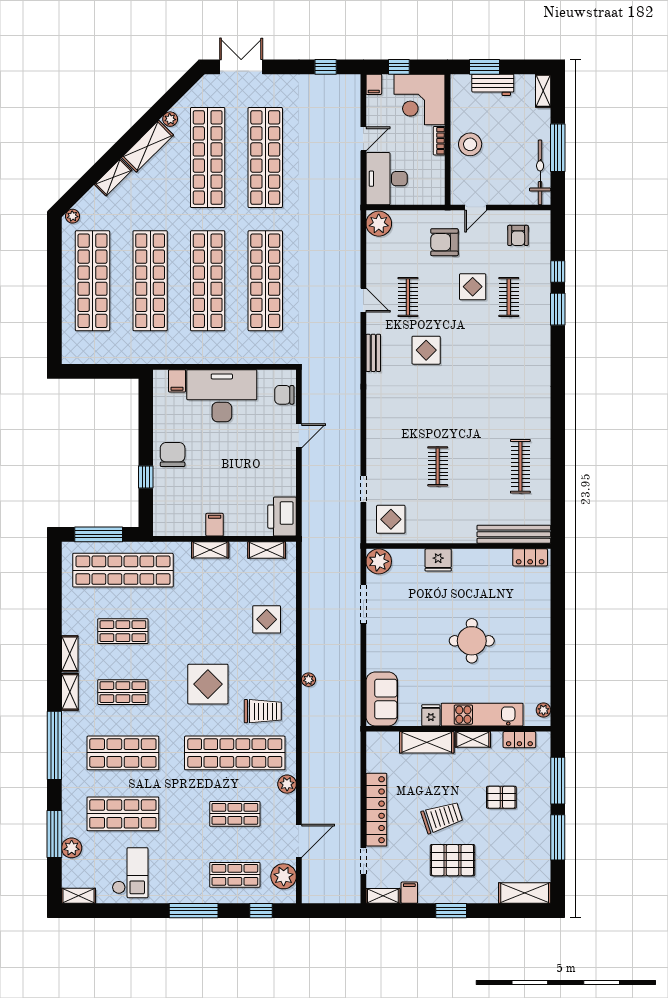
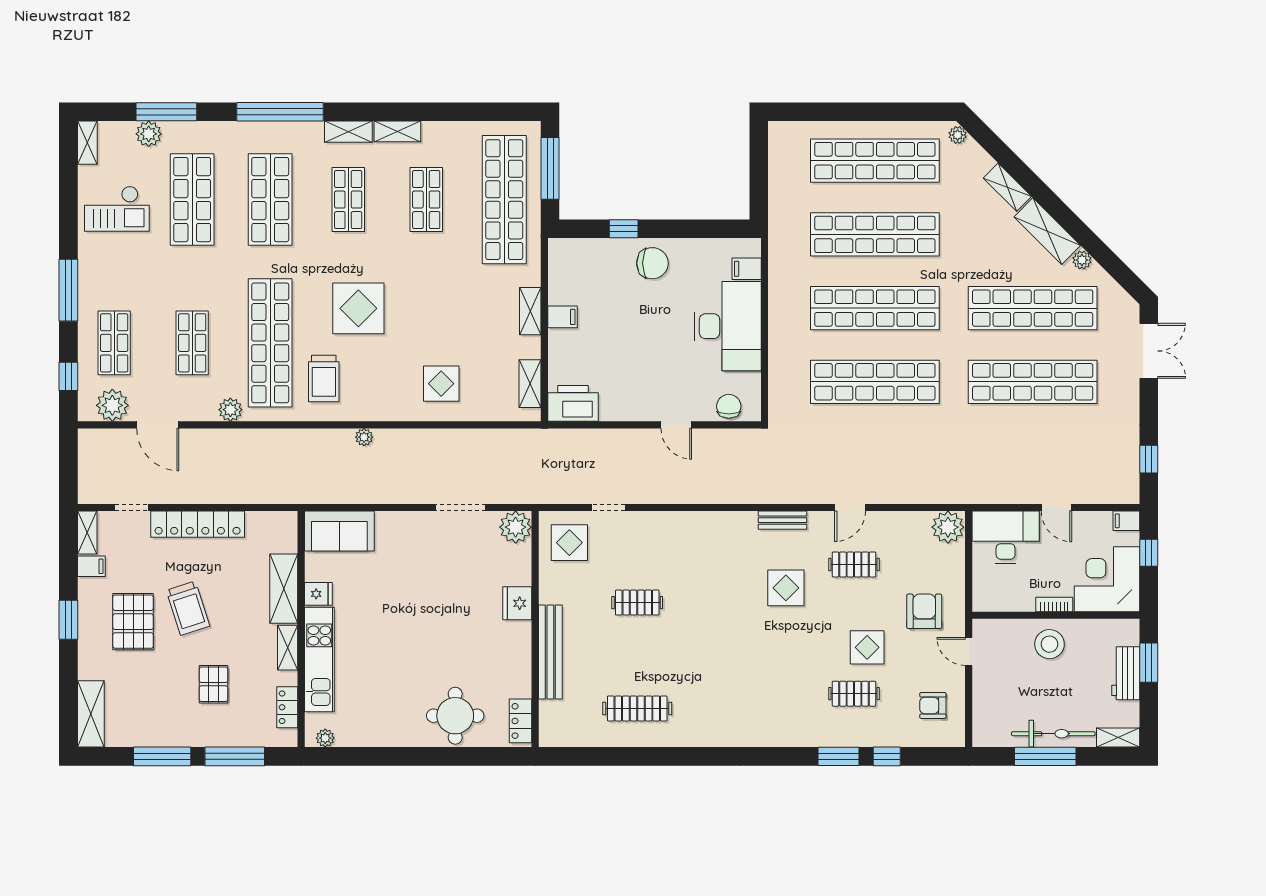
bicycle: (540, 172) -> (1053, 734), moved
bench: (514, 534) -> (550, 652), moved
round table: (472, 641) -> (455, 716), moved

